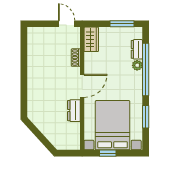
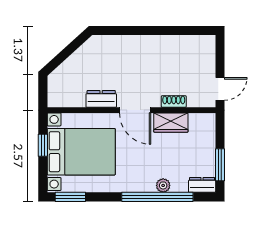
wardrobe: (91, 39) -> (171, 123), moved
dresser: (137, 49) -> (202, 185), moved
window: (146, 117) -> (70, 197), moved

